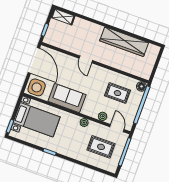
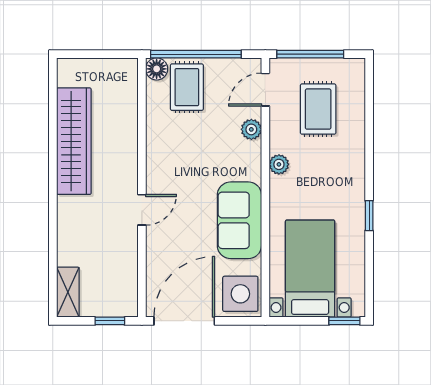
rug: (117, 93) -> (187, 87), moved

